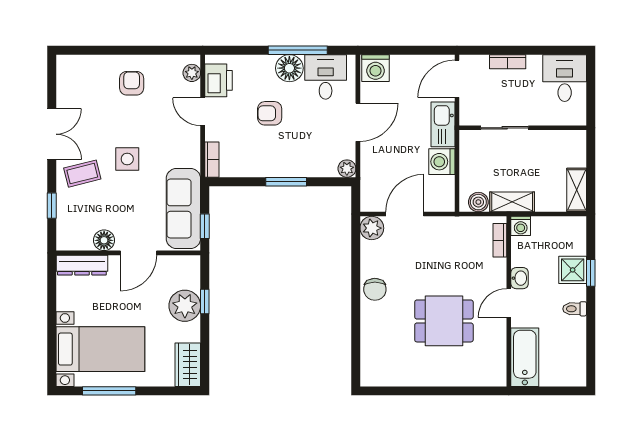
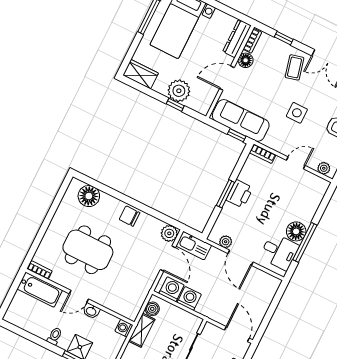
washing machine: (376, 68) -> (171, 289), moved, turned 90
printer: (218, 80) -> (240, 194), moved, turned -90
armchair: (270, 113) -> (274, 205), removed
kitchen sink: (443, 124) -> (194, 246), moved, turned 180
side table: (127, 159) -> (297, 113), moved
plant: (347, 169) -> (226, 242), moved
window: (205, 226) -> (237, 135), moved
bookcase: (500, 240) -> (40, 270), moved
bookcase: (75, 244) -> (252, 41), added
door: (138, 253) -> (227, 78), hinge flipped
door: (509, 303) -> (79, 296), swing flipped
dining table: (444, 321) -> (88, 250), width x1.38
floor lamp: (375, 354) -> (89, 196), added

